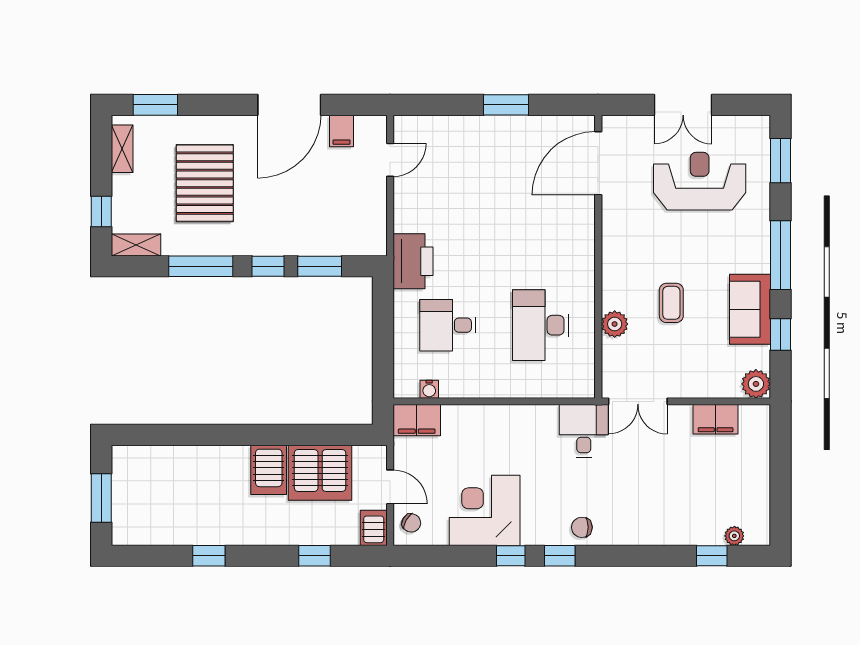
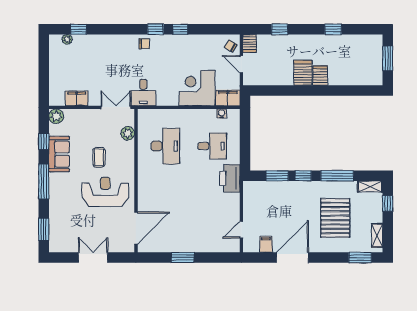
reception desk: (700, 181) -> (105, 192), moved, turned 180
plant: (615, 324) -> (128, 133), moved
server rack: (320, 473) -> (320, 76), moved, width x0.46, depth x0.70
corner desk: (485, 510) -> (197, 88), moved, turned 180

